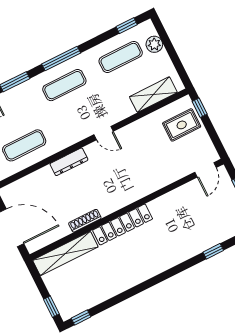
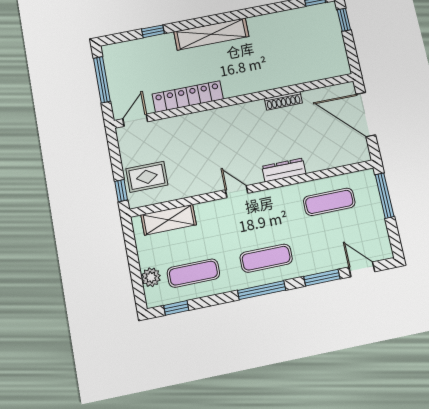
locker: (123, 225) -> (188, 97), moved
shelving: (65, 253) -> (211, 34), moved

